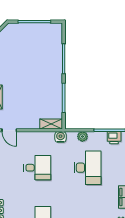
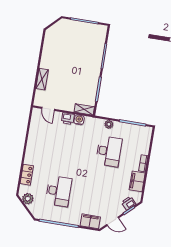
water cooler: (60, 137) -> (79, 120), moved
printer: (114, 138) -> (68, 119), moved
desk: (37, 168) -> (66, 144), removed

